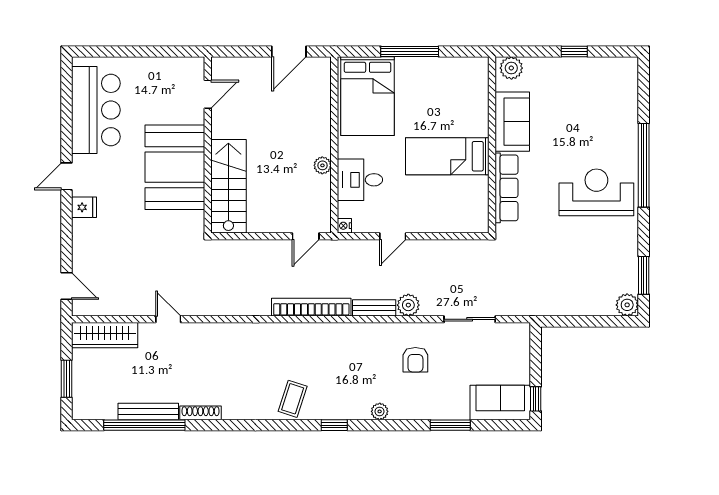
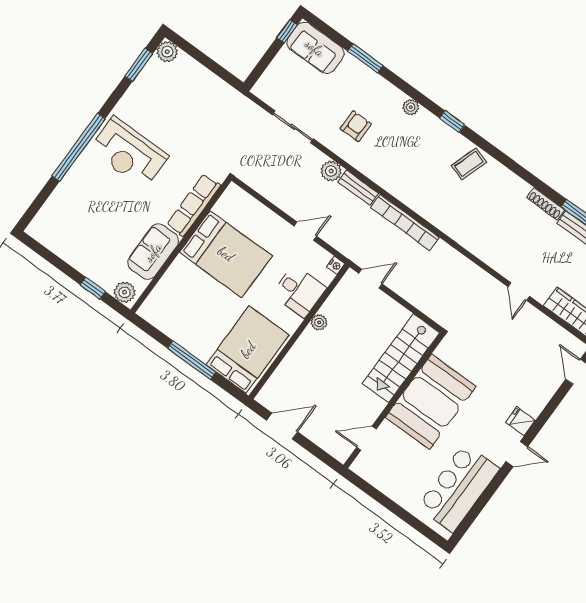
window: (574, 51) -> (93, 288), moved
bed: (447, 156) -> (226, 254), width x1.50

